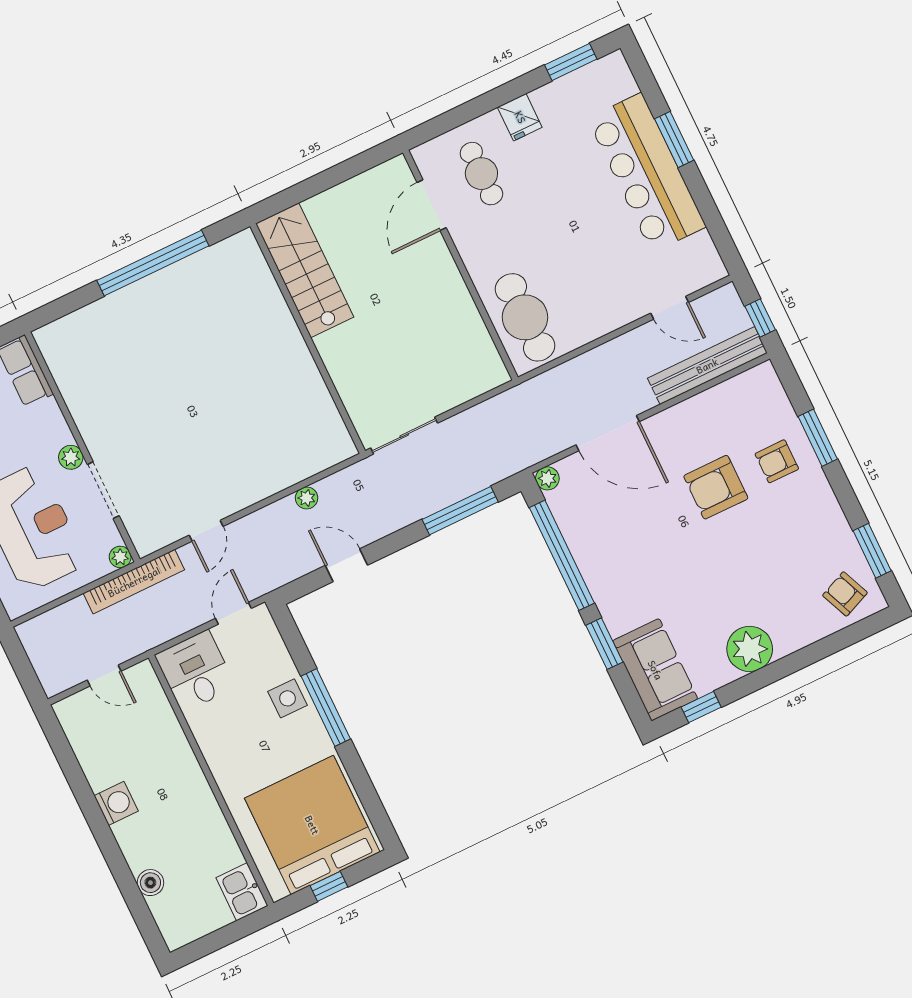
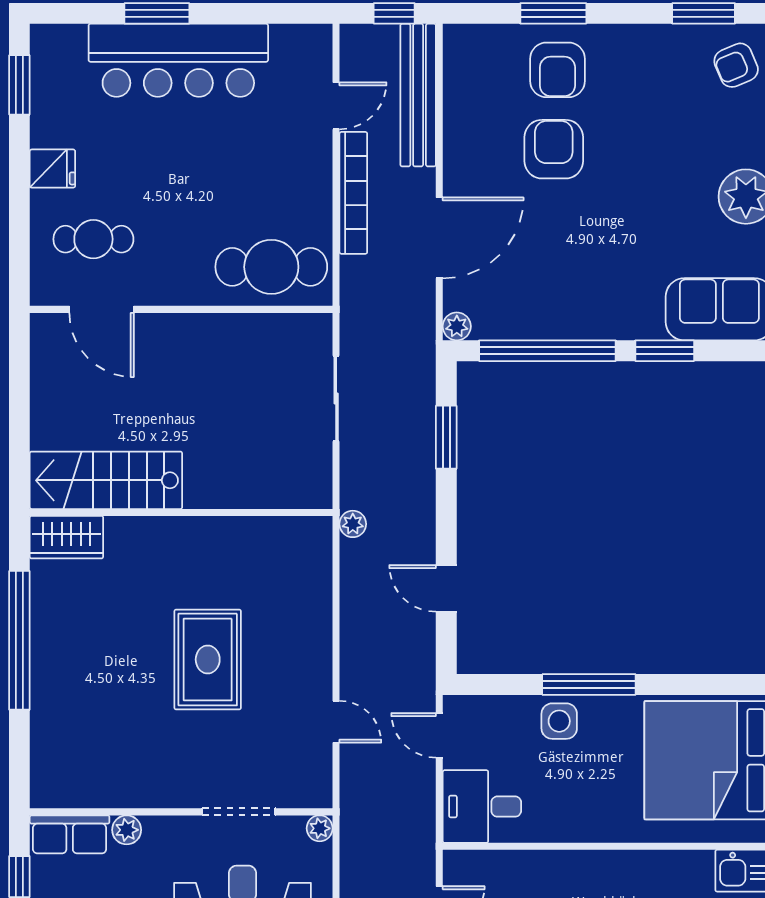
wardrobe: (247, 261) -> (66, 537), added
rug: (207, 412) -> (208, 659), added
sliding door: (404, 435) -> (336, 398), moved
plant: (71, 457) -> (127, 830), moved
armchair: (777, 461) -> (557, 70), width x1.38, depth x1.38
armchair: (716, 487) -> (554, 149), turned 180
plant: (307, 498) -> (353, 524), moved
window: (460, 511) -> (446, 437), width x0.69
door: (346, 565) -> (446, 588), hinge flipped
bookcase: (134, 582) -> (353, 193), moved

